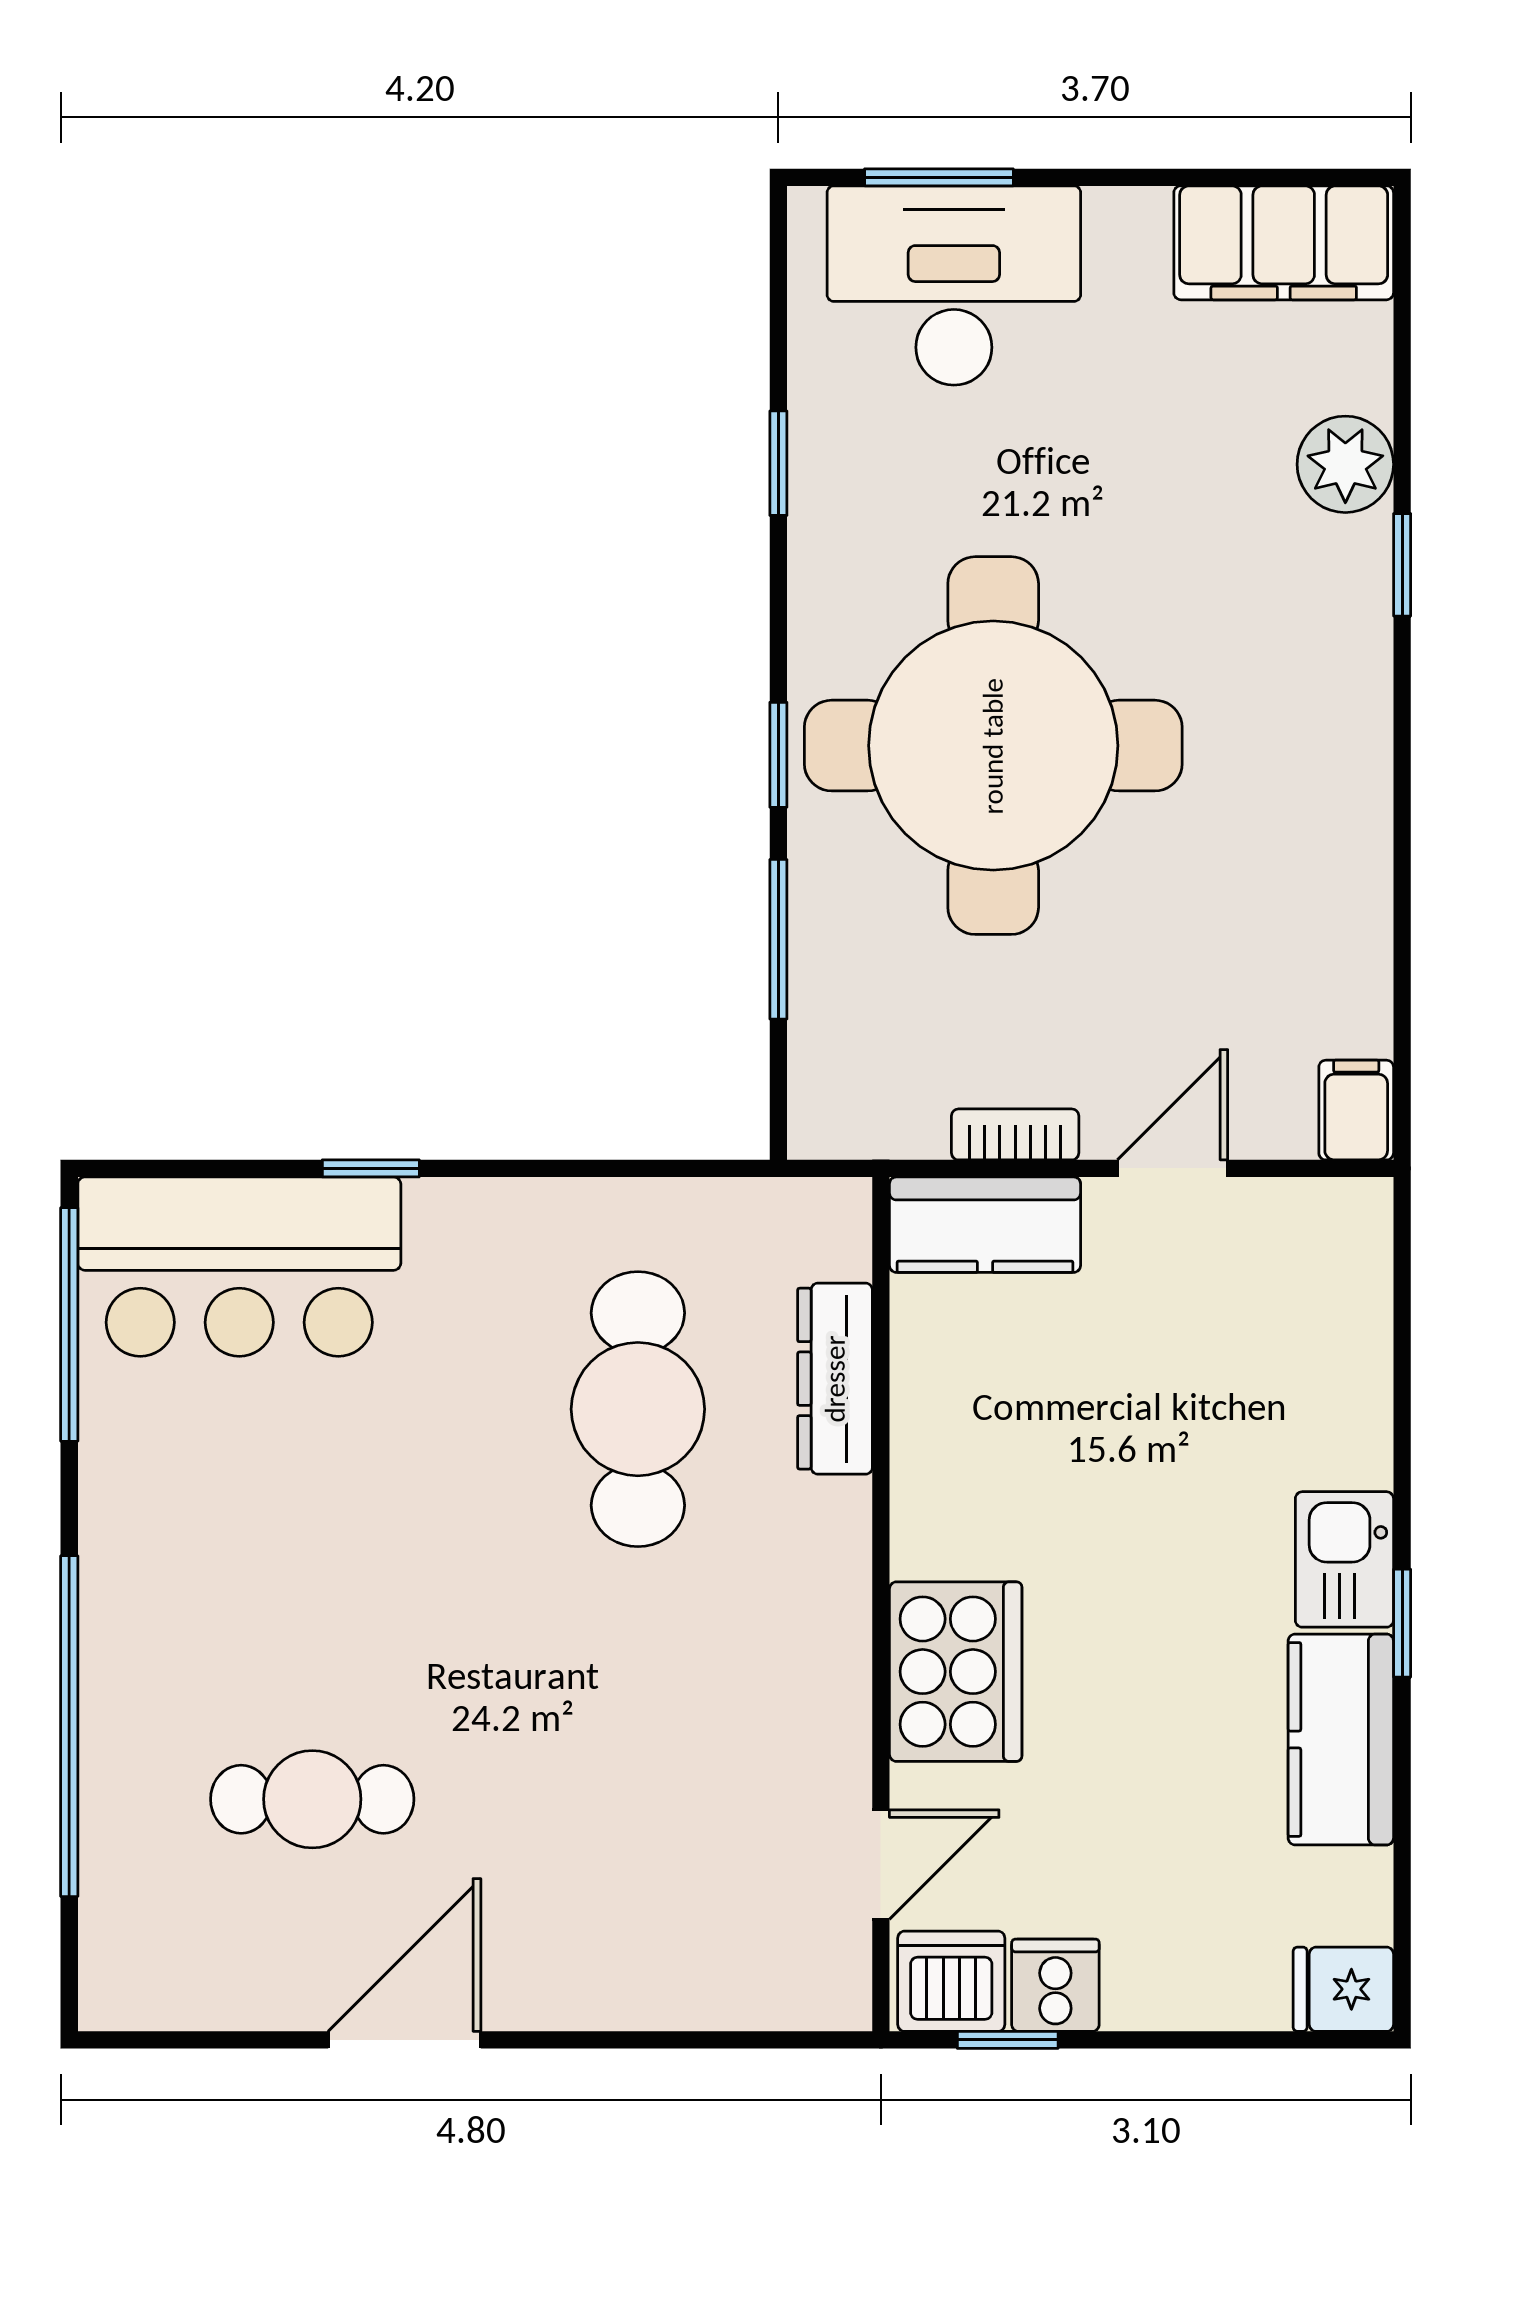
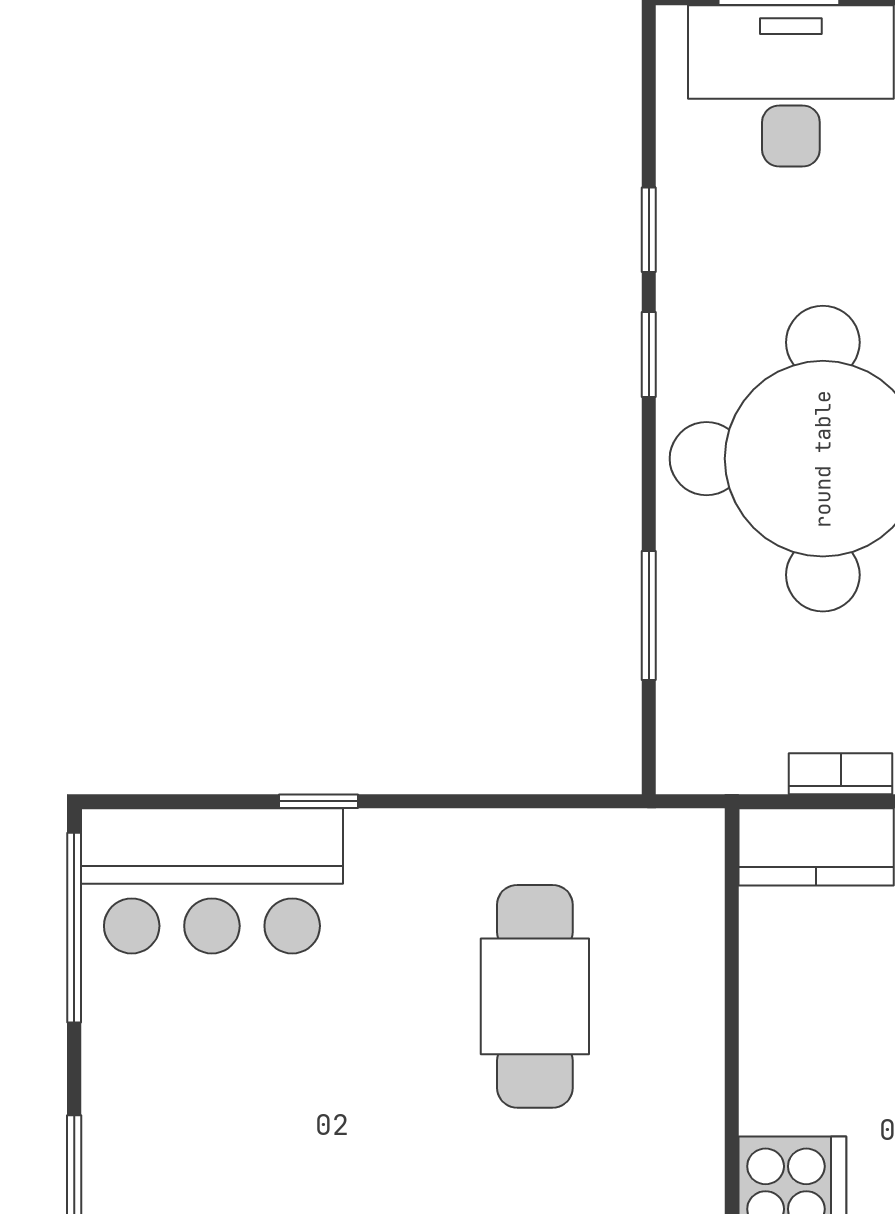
window: (778, 755) -> (649, 355), moved
dresser: (835, 1379) -> (695, 972), removed

